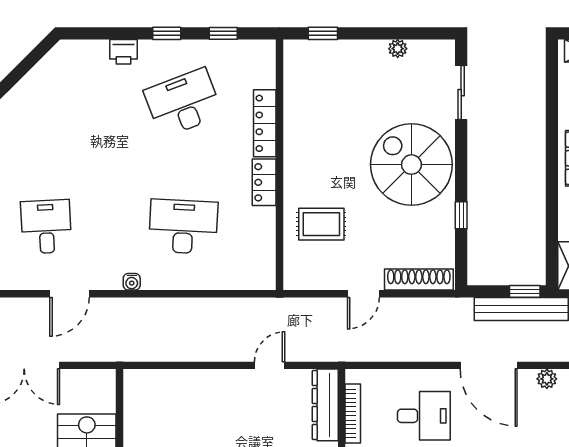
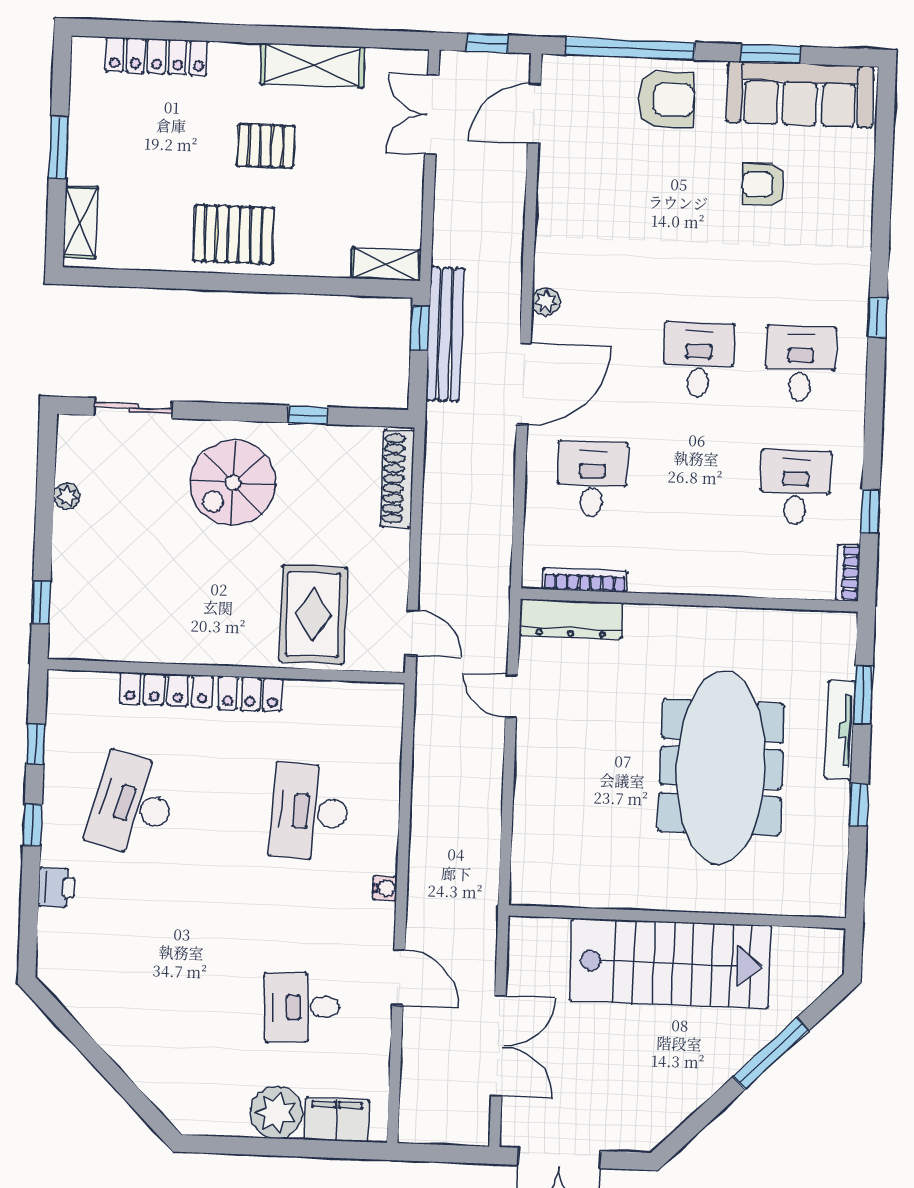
desk: (183, 103) -> (132, 805), turned 36
spiral stairs: (411, 165) -> (233, 483), width x0.73, depth x0.73
rug: (321, 224) -> (313, 615), width x1.36, depth x1.43
door: (363, 294) -> (412, 633), moved

